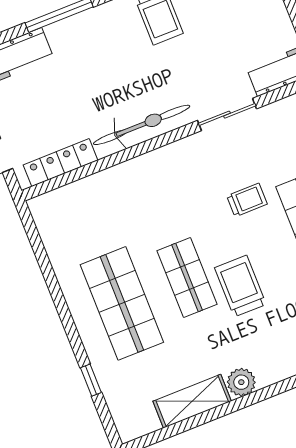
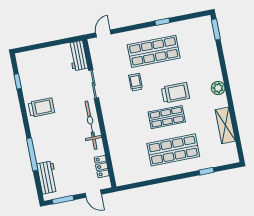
locker: (61, 163) -> (102, 167), width x0.66
trolley: (240, 286) -> (175, 93), turned 180
plant: (241, 382) -> (218, 88), moved

